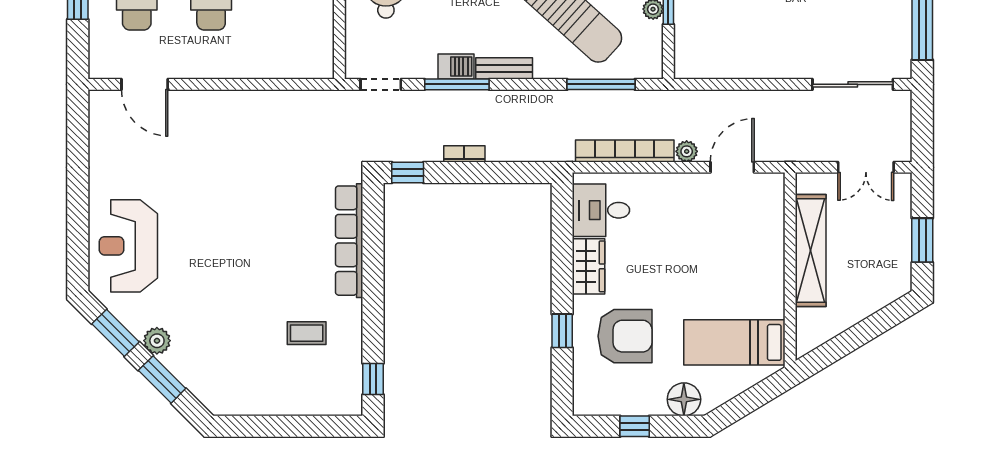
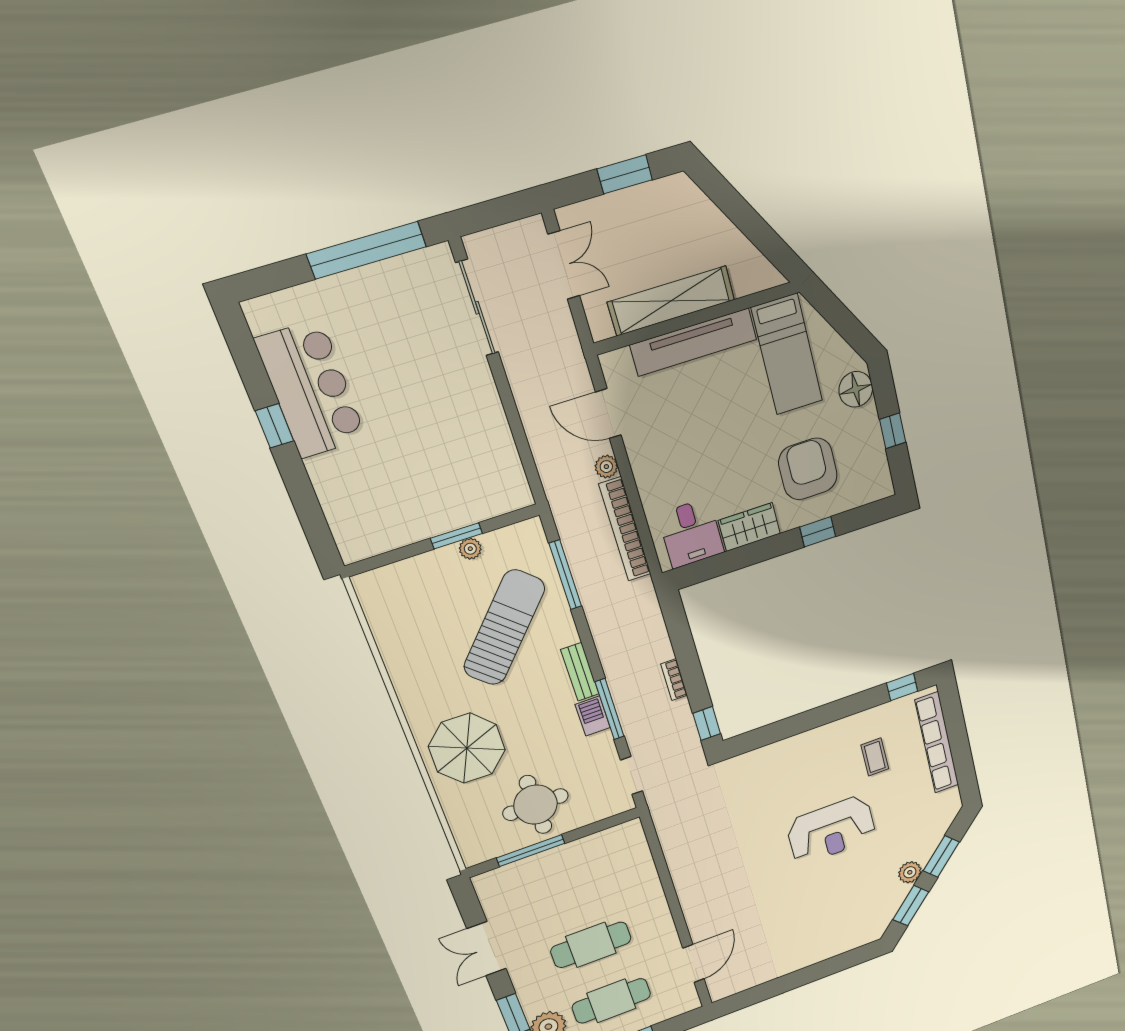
row of seats: (349, 241) -> (937, 743), moved, turned 90
reception desk: (128, 246) -> (831, 830), moved
tv unit: (770, 260) -> (693, 342), added

